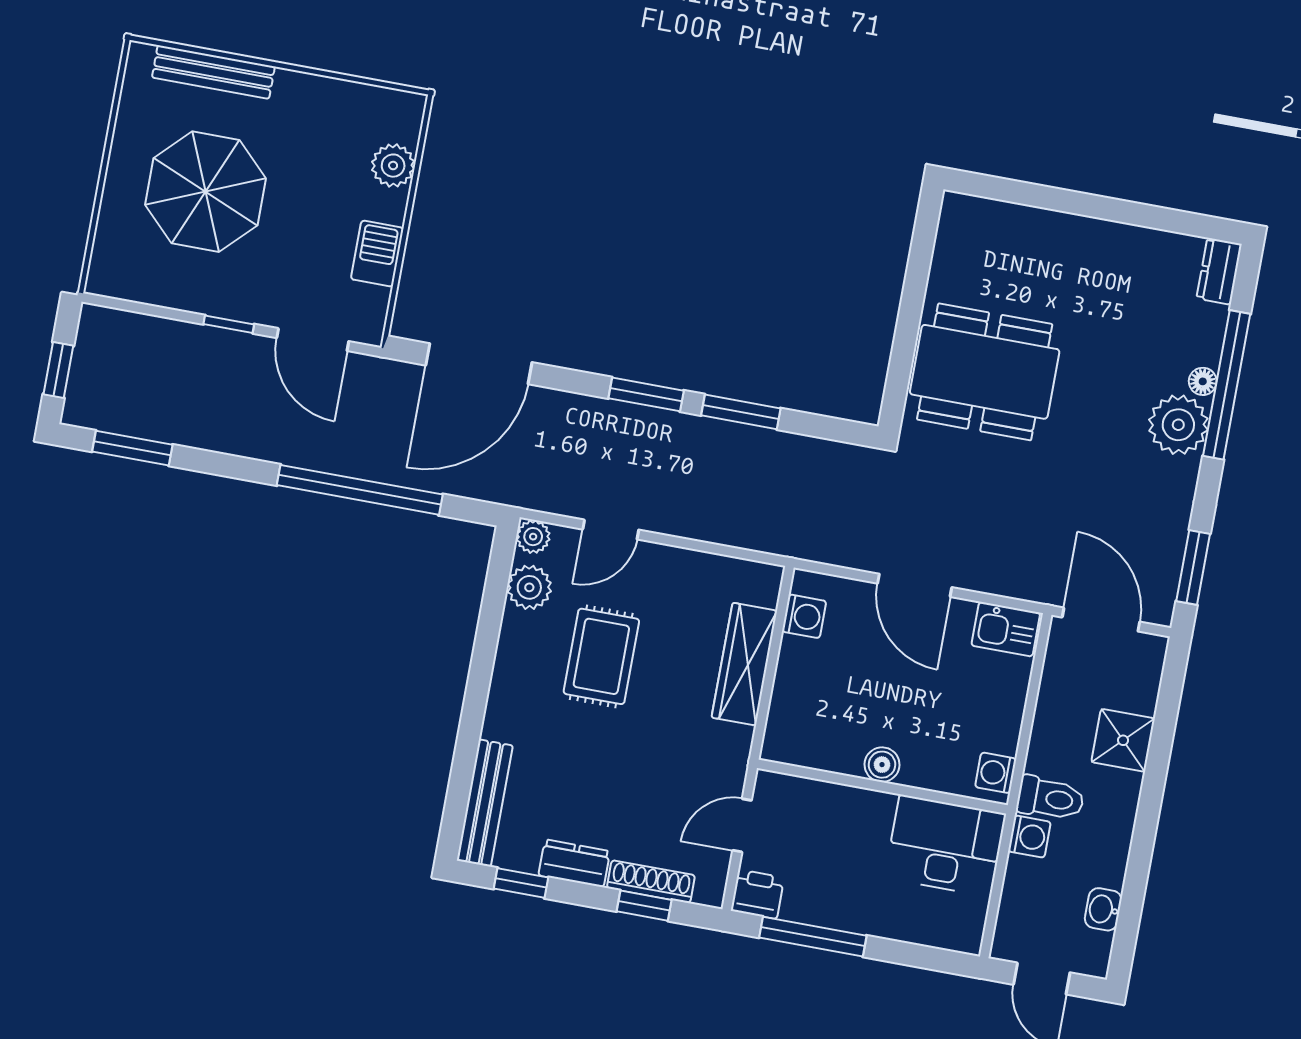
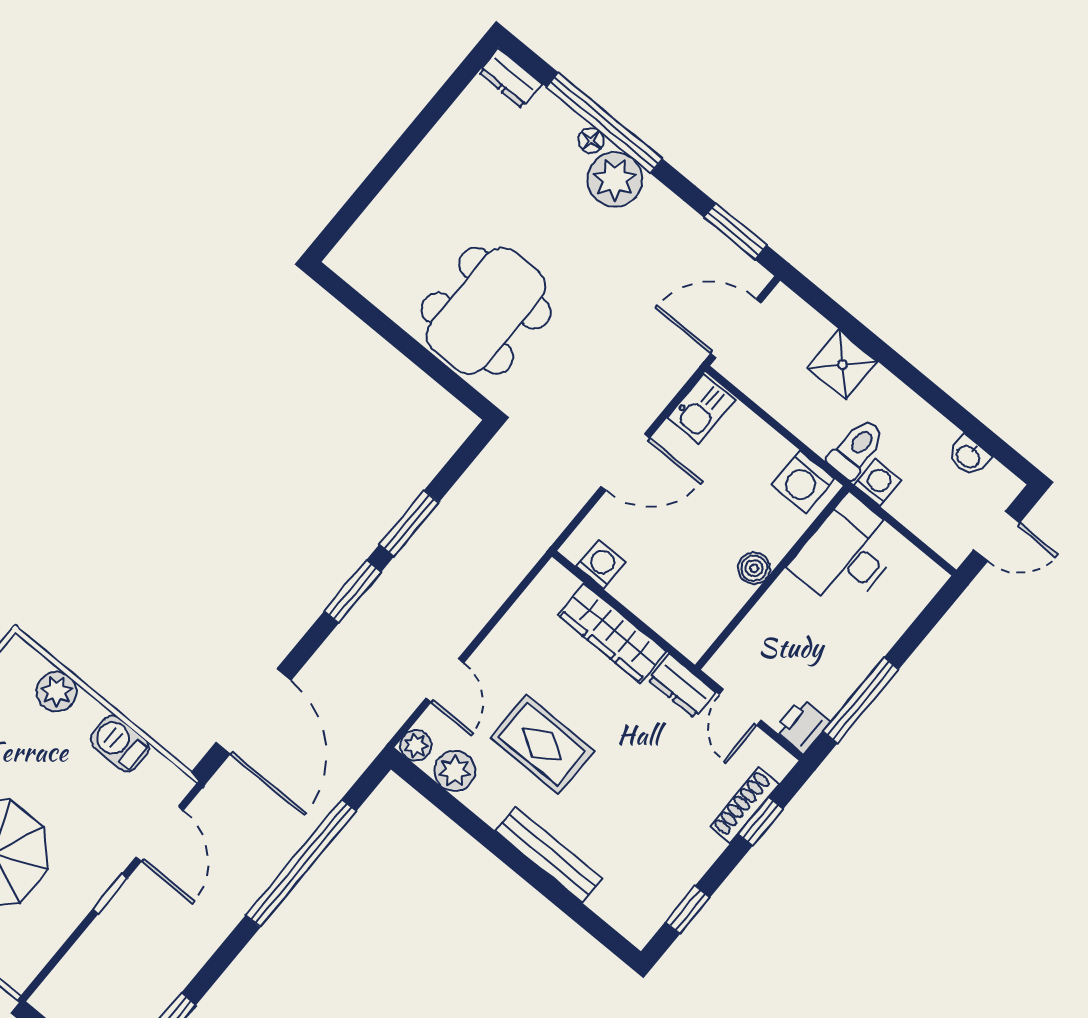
door: (313, 340) -> (160, 834), hinge flipped
washing machine: (996, 773) -> (803, 482), width x1.38, depth x1.38
bench: (485, 803) -> (549, 855), moved
dresser: (574, 863) -> (682, 686), moved, turned -90

